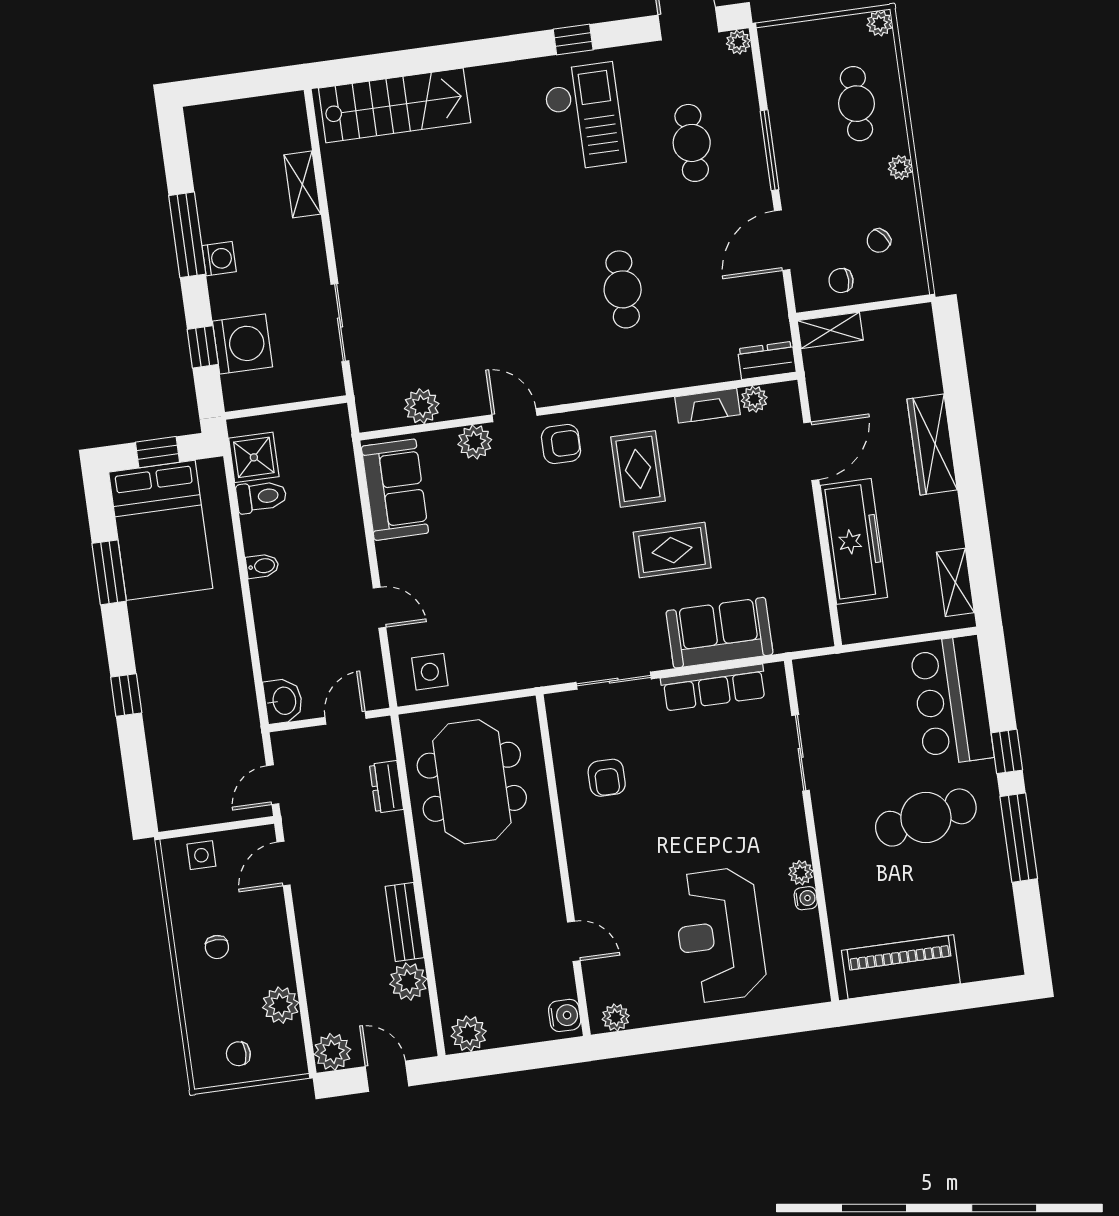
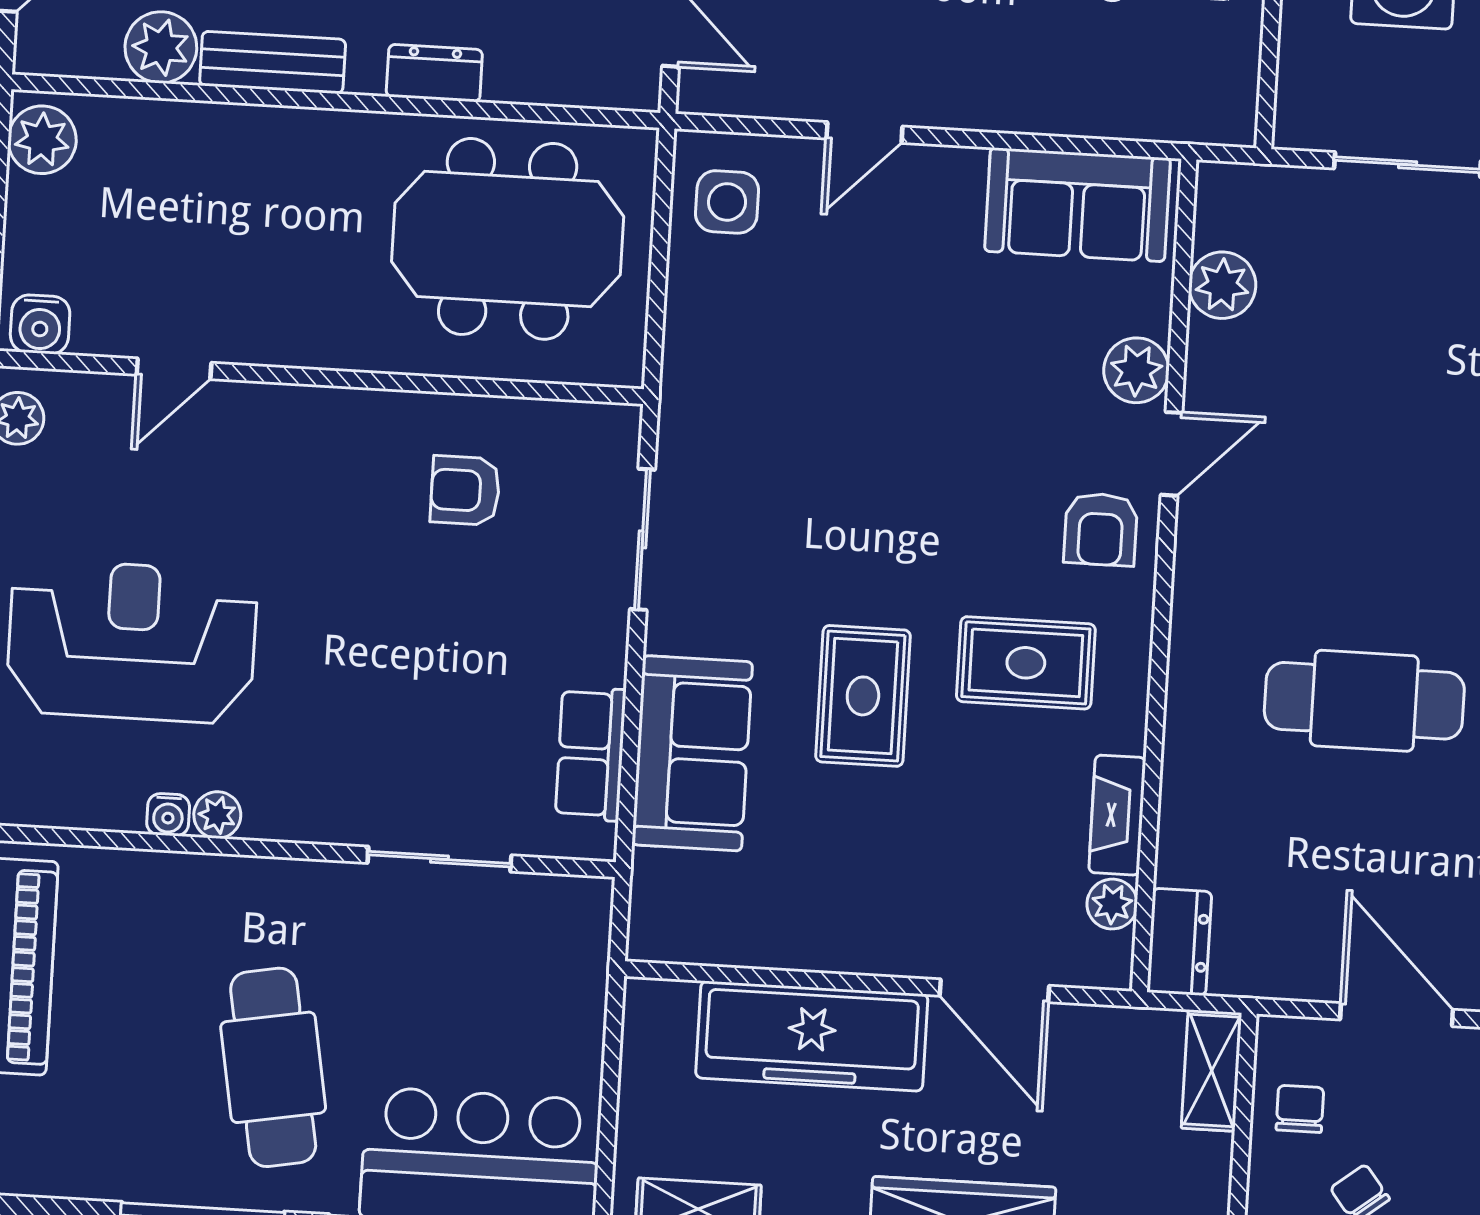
cafe table: (623, 289) -> (1364, 701), width x1.37, depth x1.35
row of seats: (714, 688) -> (591, 754), width x0.68
dresser: (386, 787) -> (434, 73), moved

